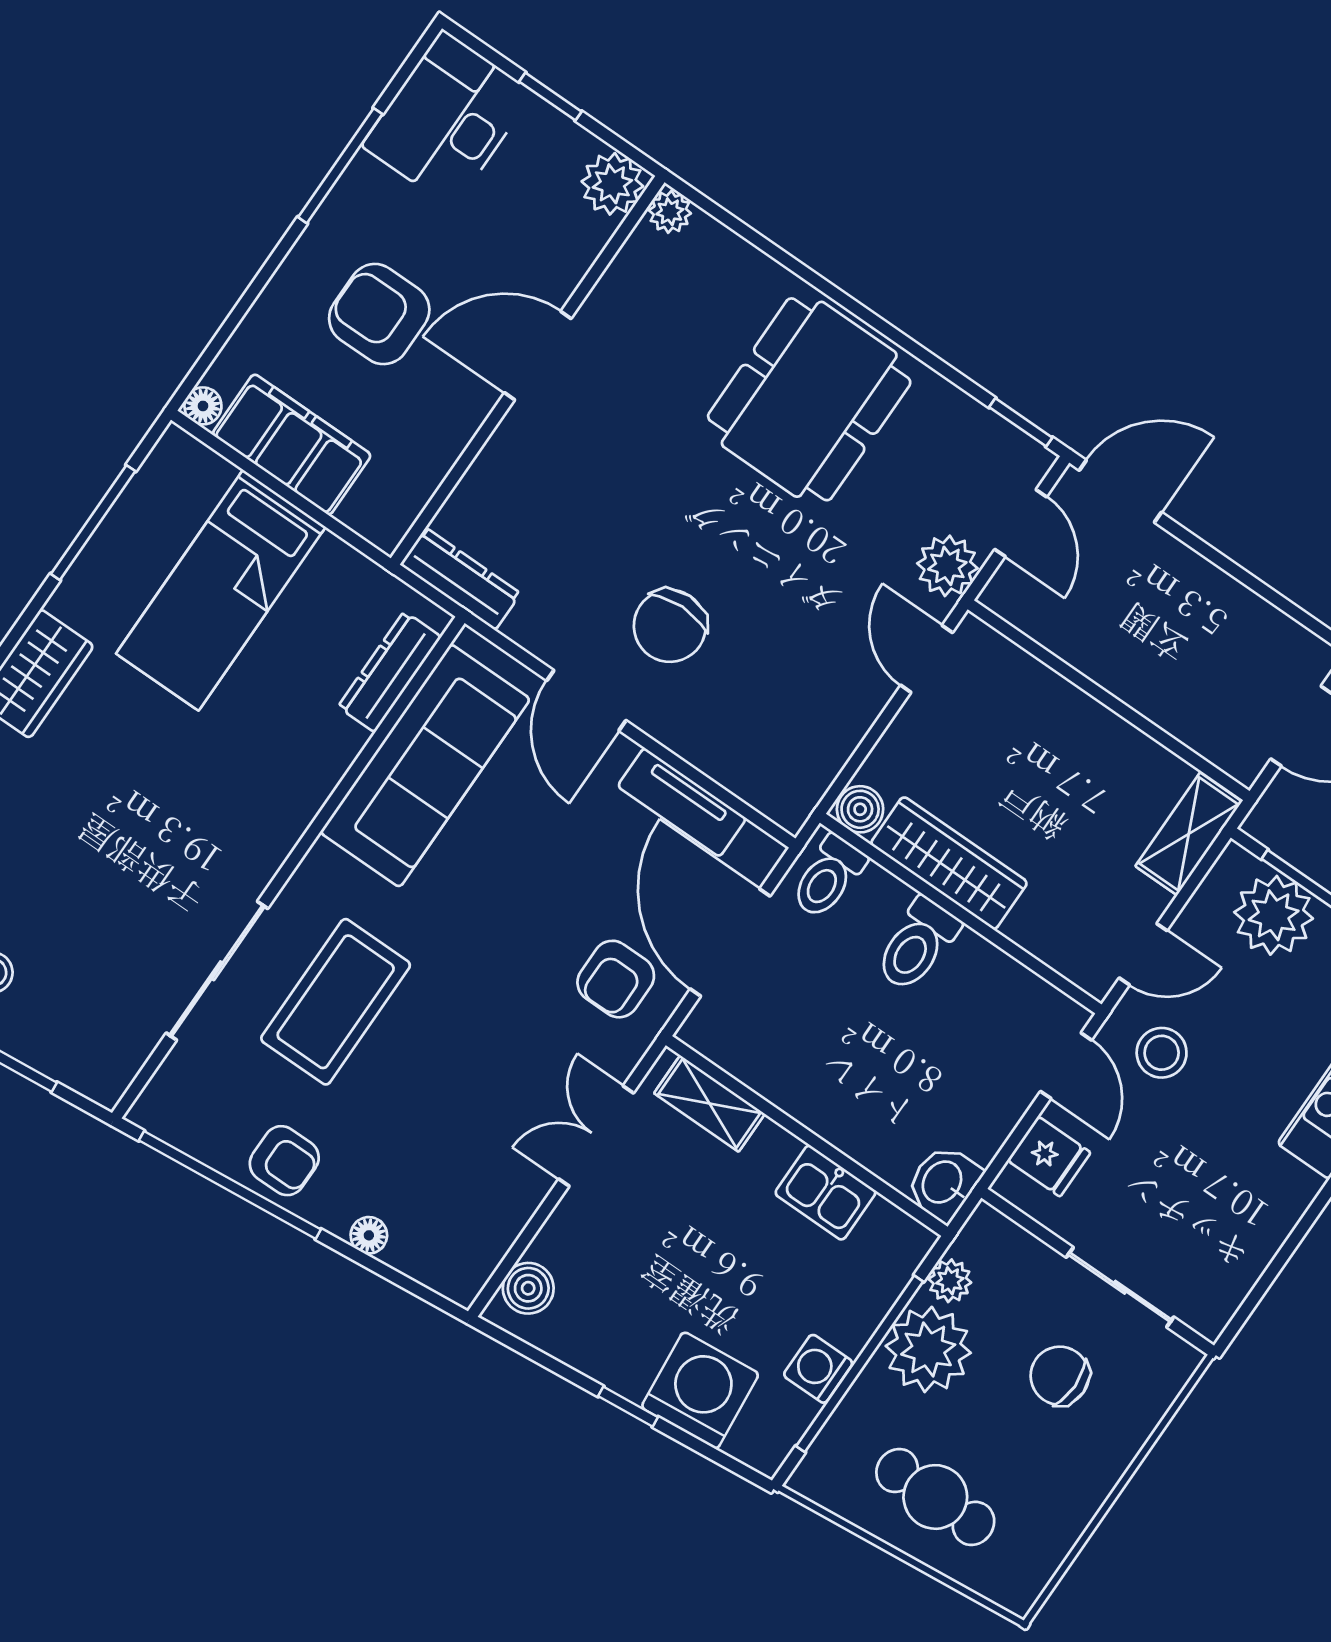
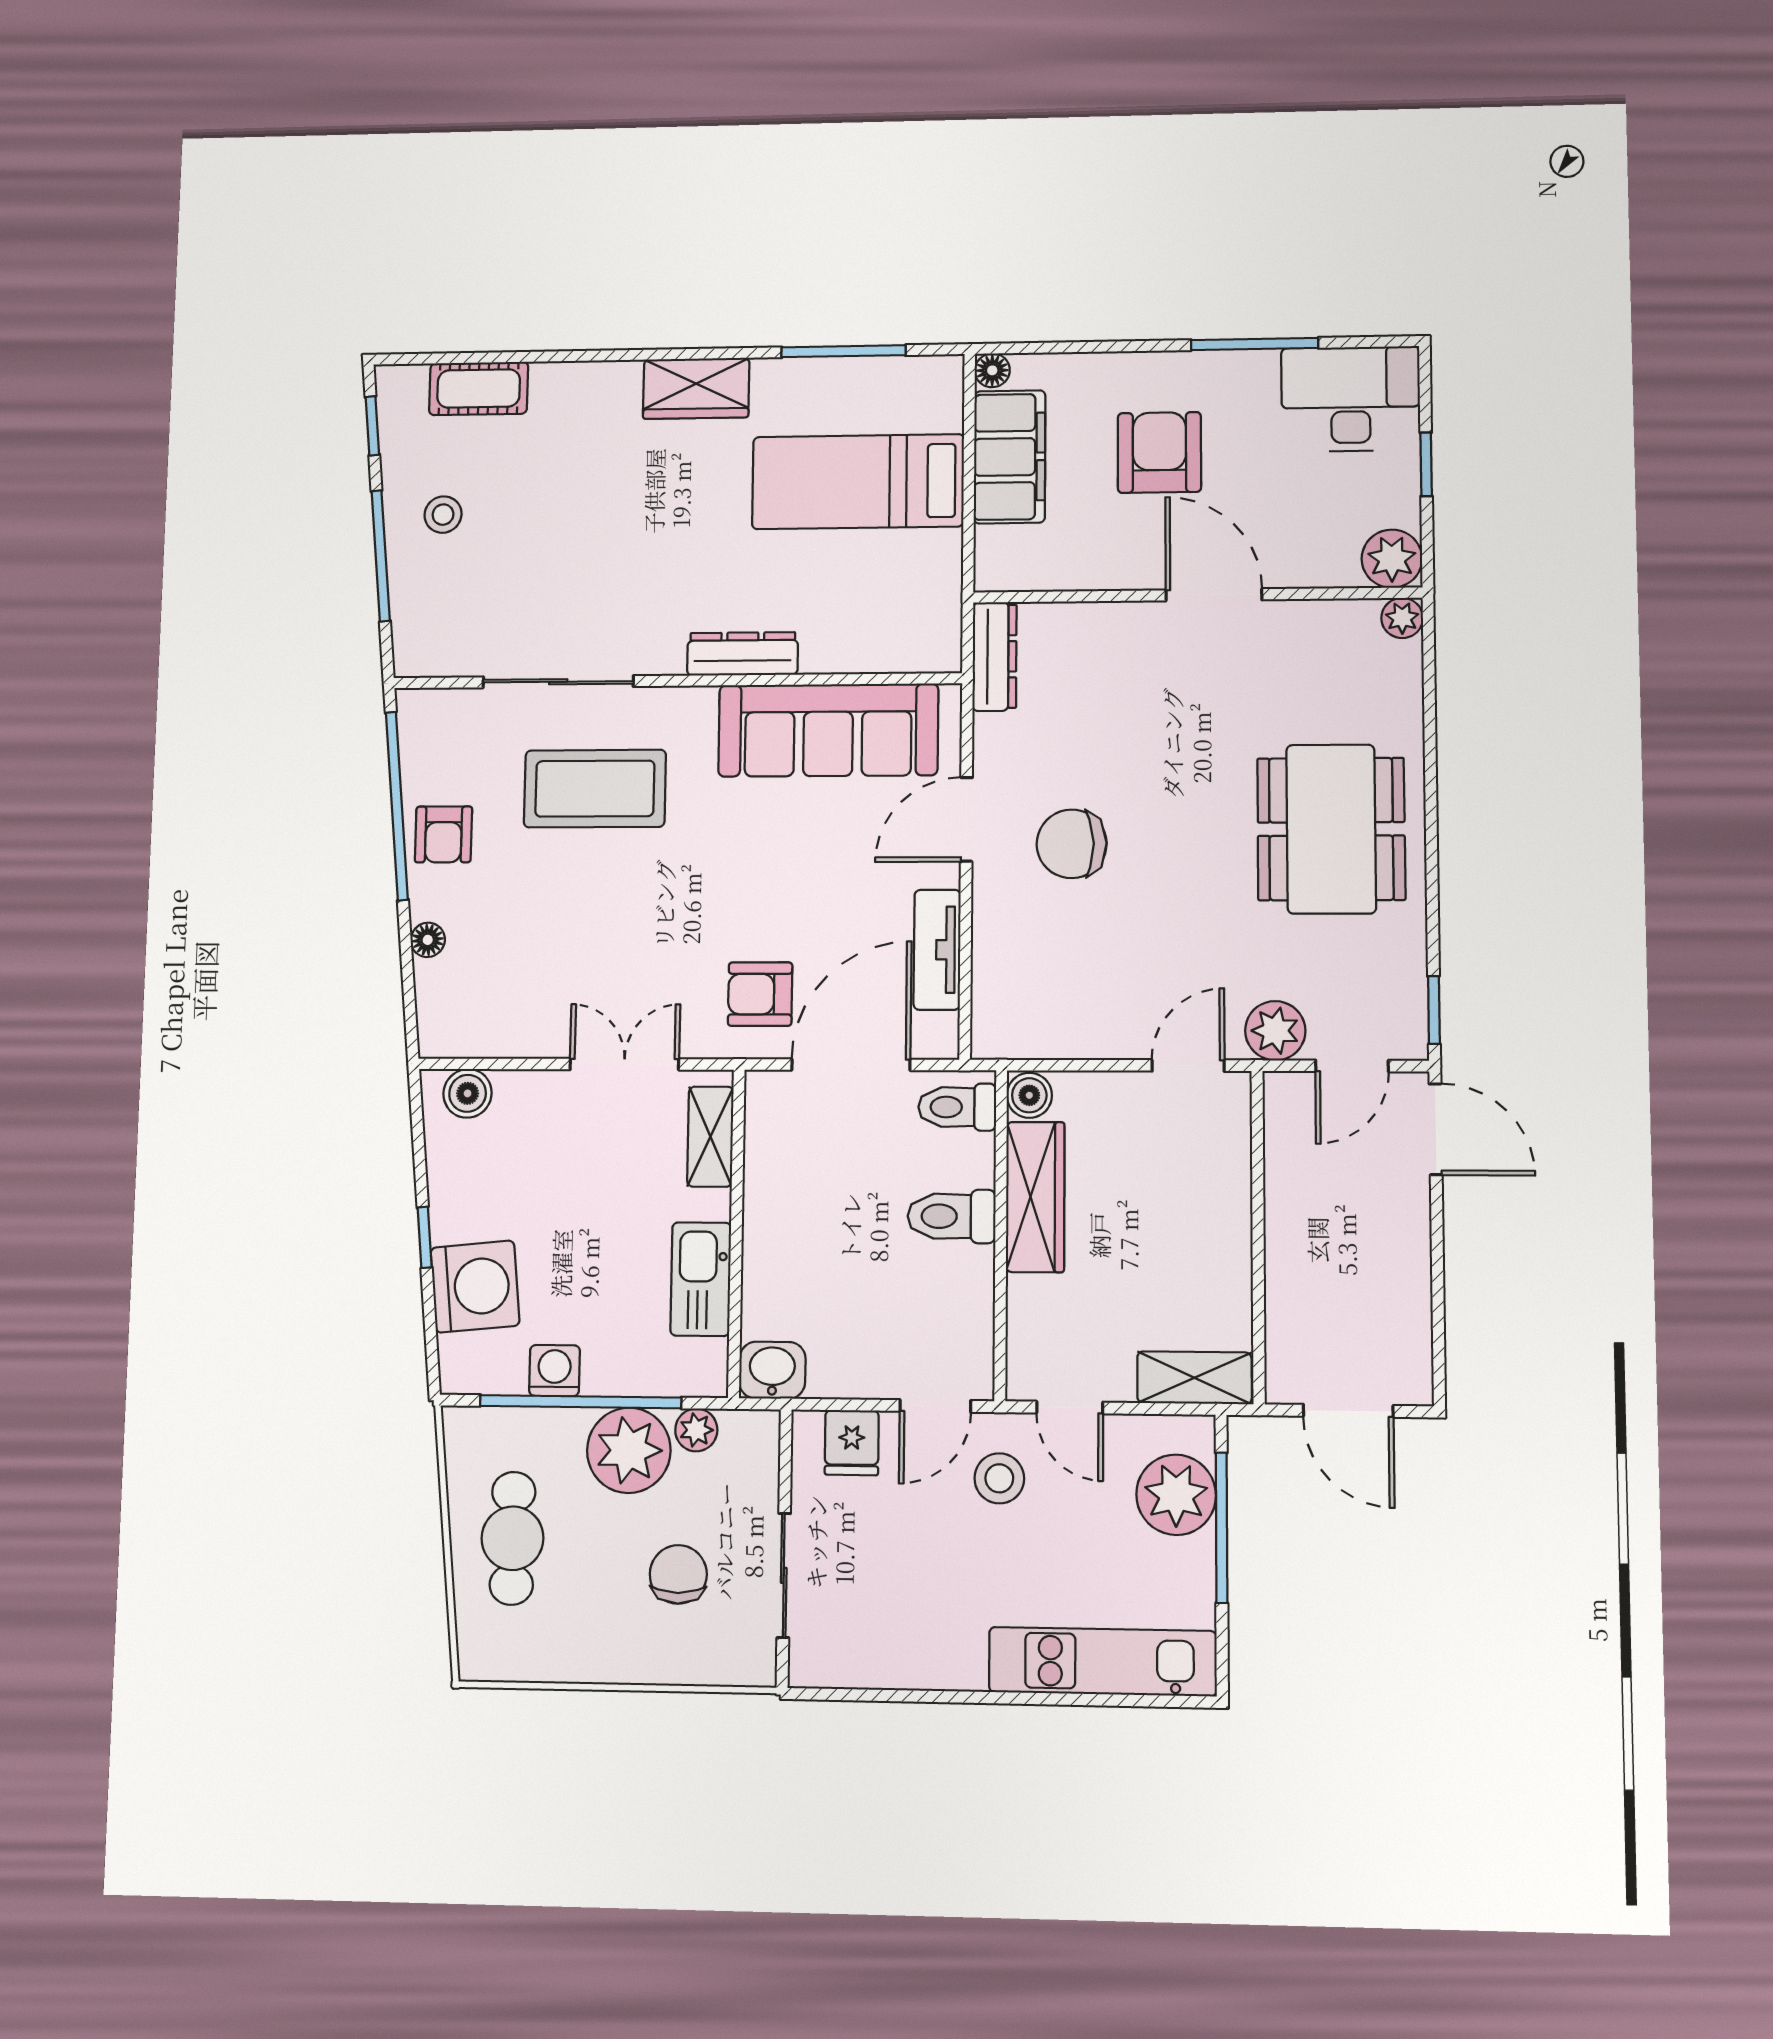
dining table: (809, 399) -> (1331, 829), turned 90
dresser: (390, 672) -> (743, 654), moved
kitchen sink: (825, 1193) -> (701, 1279), width x1.38

